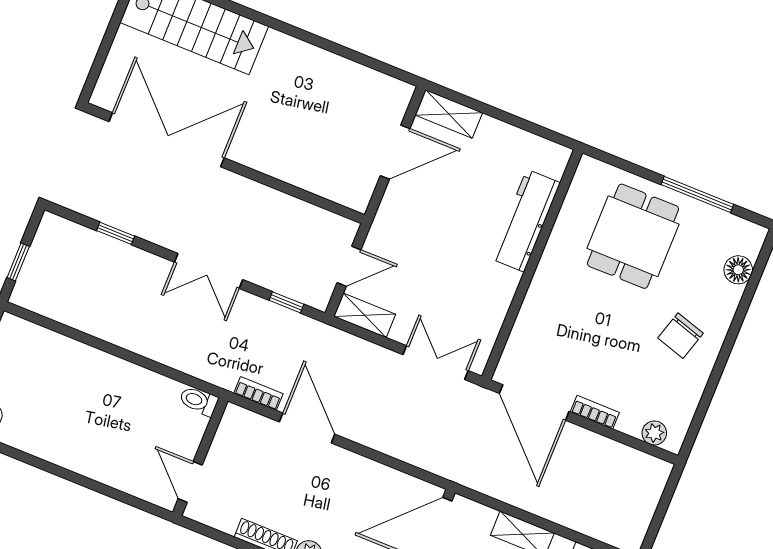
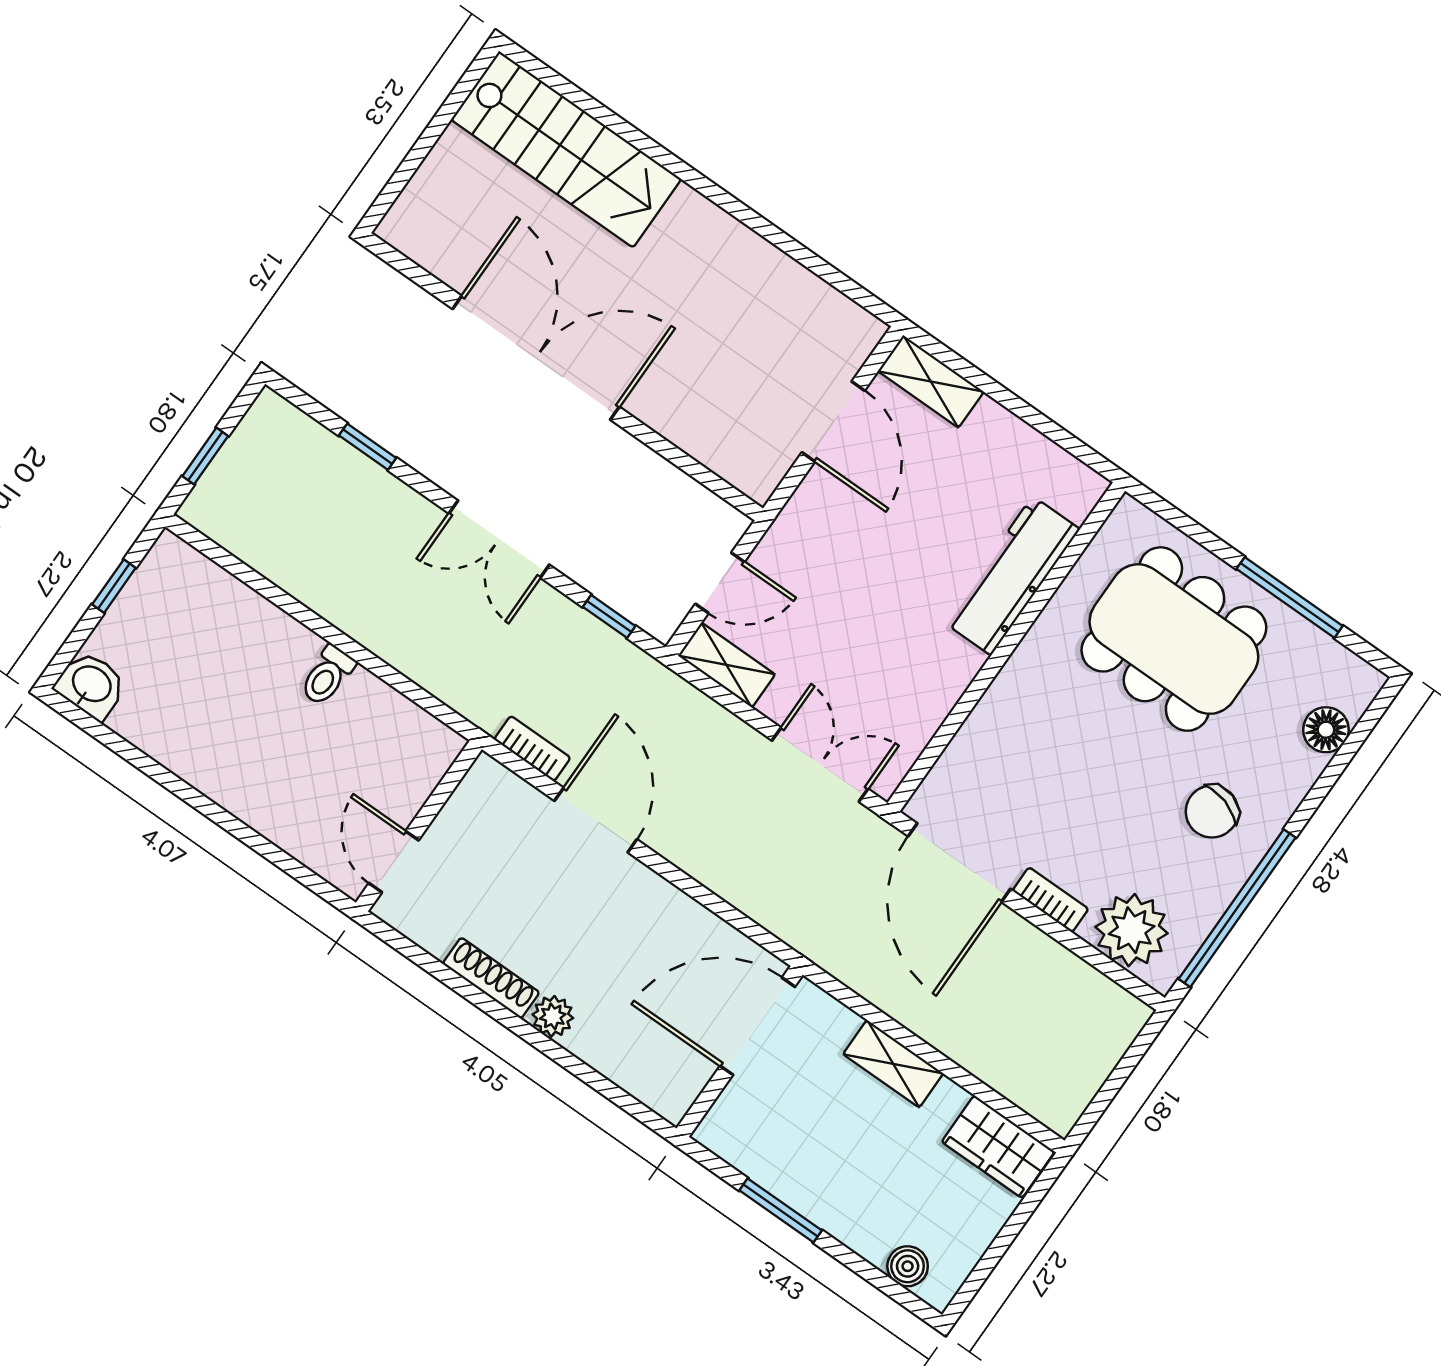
double door: (167, 140) -> (536, 358), moved
door: (395, 152) -> (833, 421), hinge flipped
dining table: (633, 236) -> (1174, 639), width x1.38
window: (709, 391) -> (1237, 908), added
toilet: (199, 401) -> (327, 676), moved, turned -90
plant: (654, 433) -> (1132, 930), width x1.88, depth x1.88

